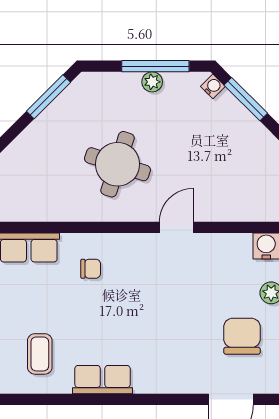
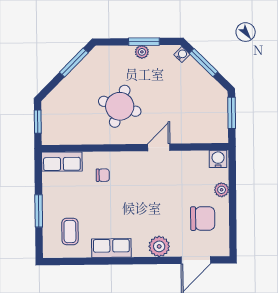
window: (155, 66) -> (144, 42), width x0.69
chair: (242, 336) -> (203, 218), turned 90
plant: (175, 378) -> (159, 246), added

